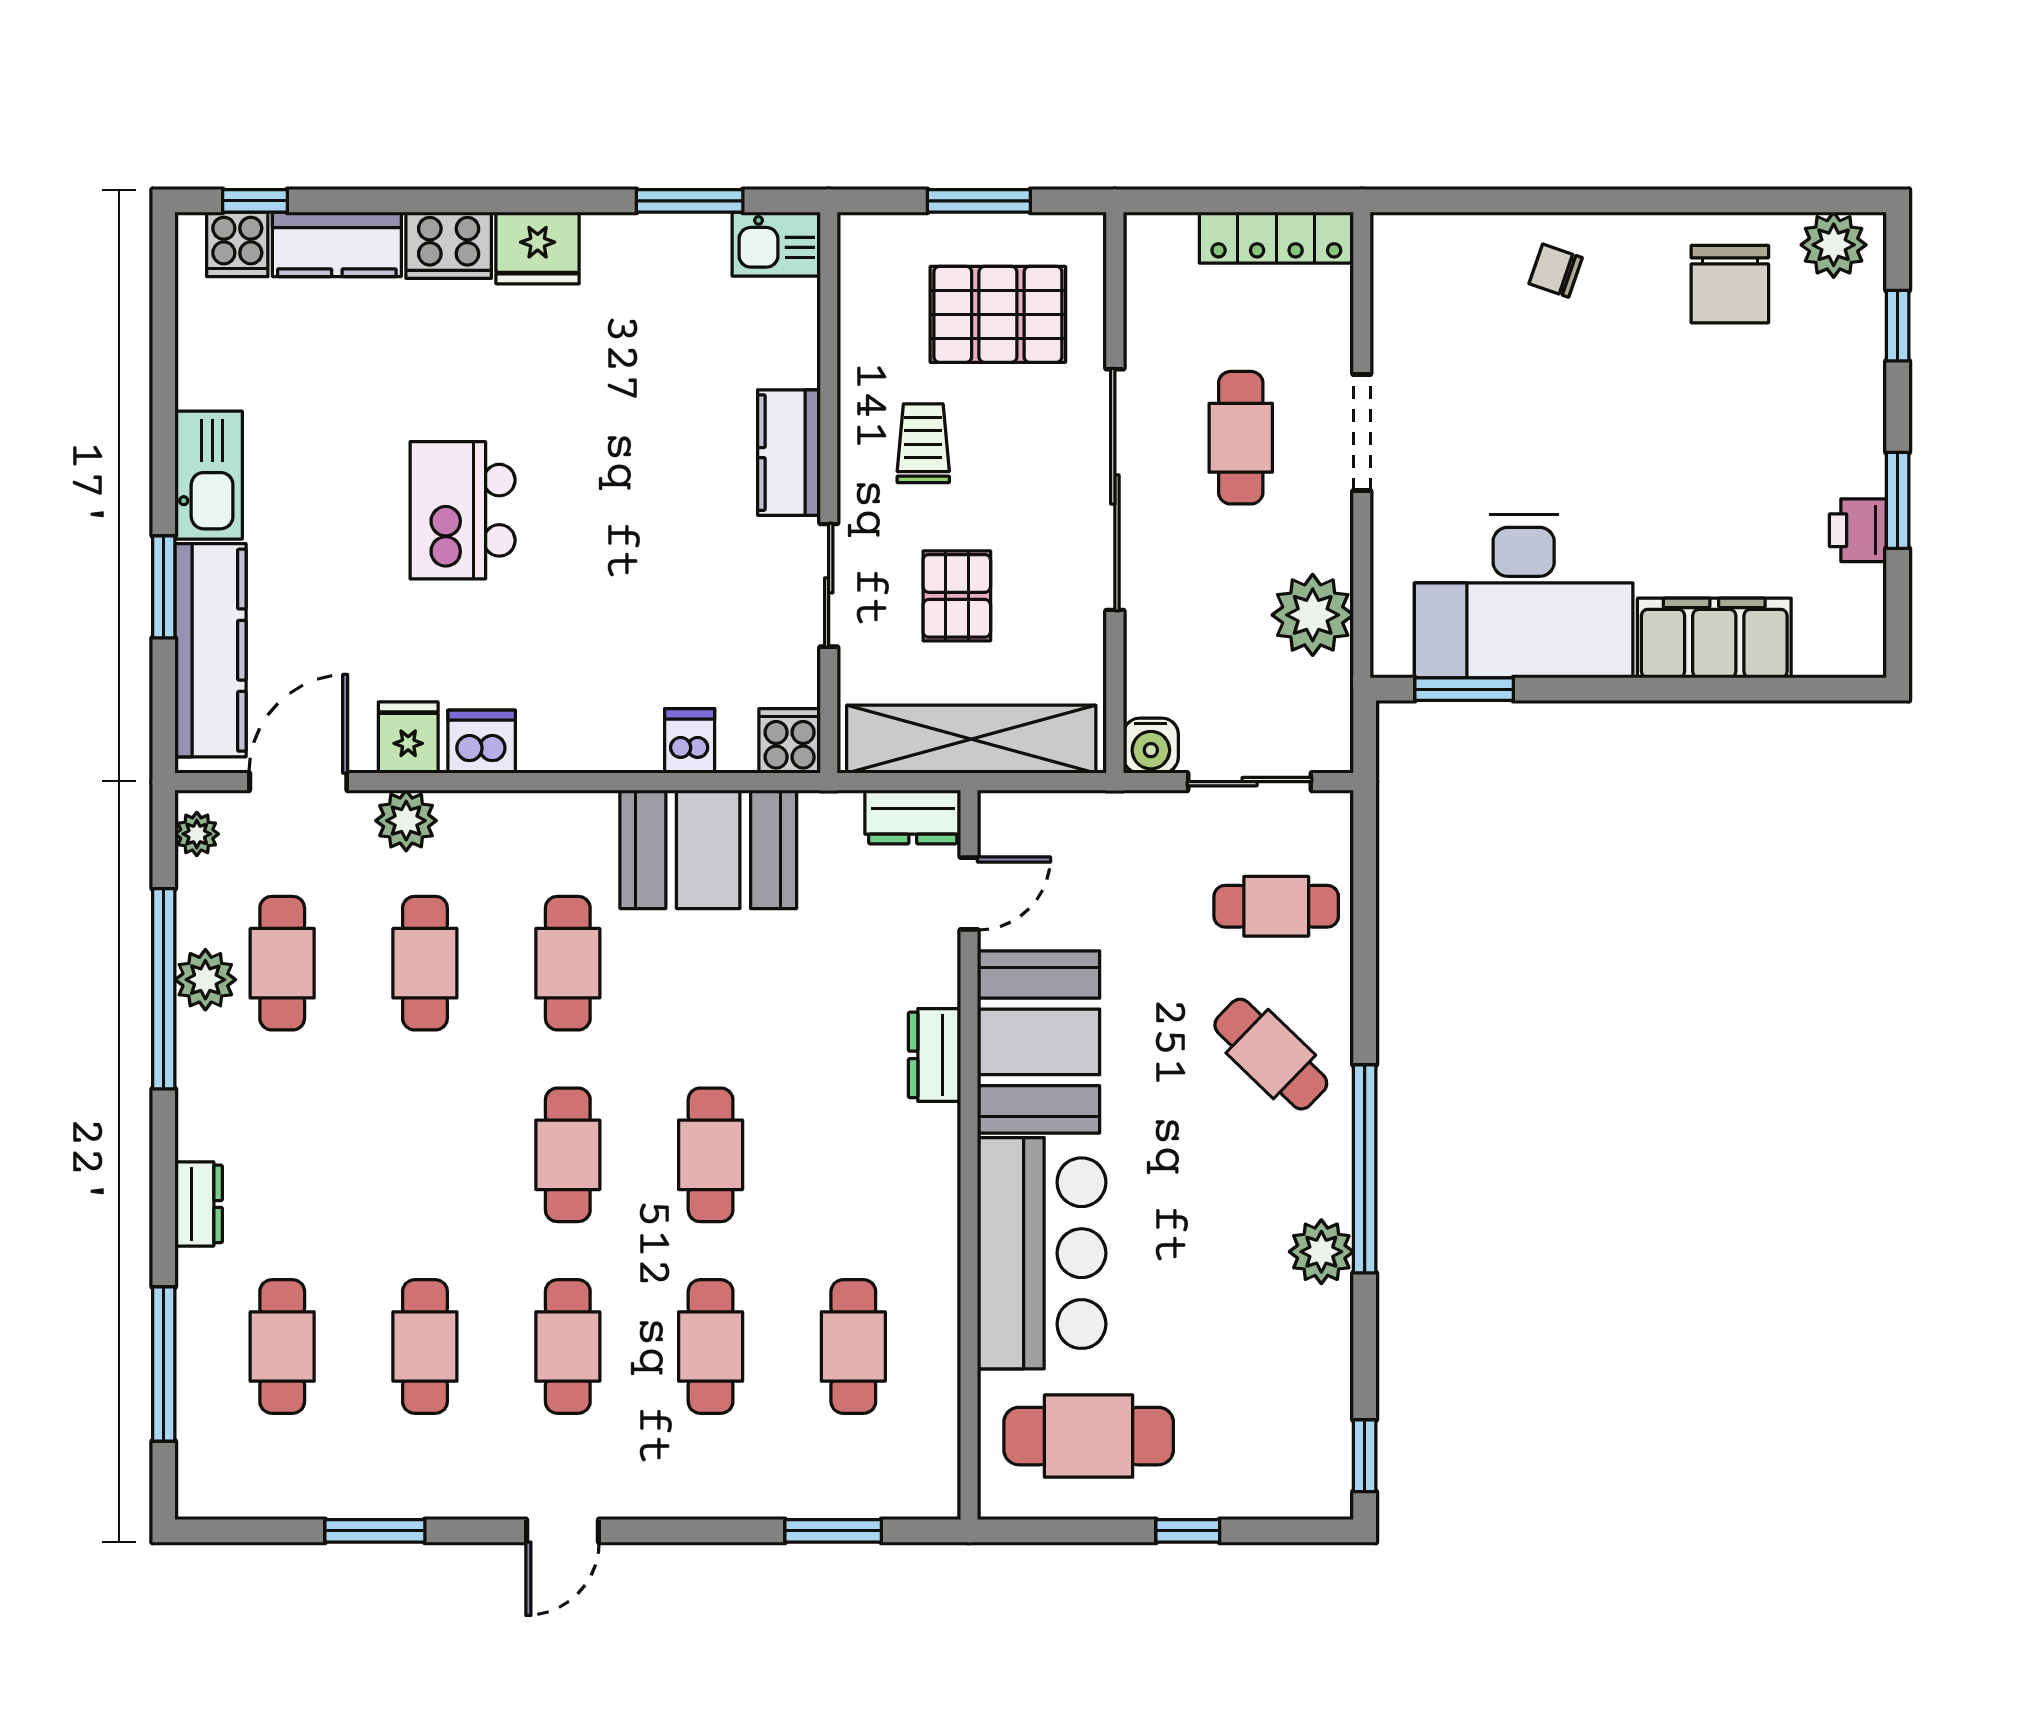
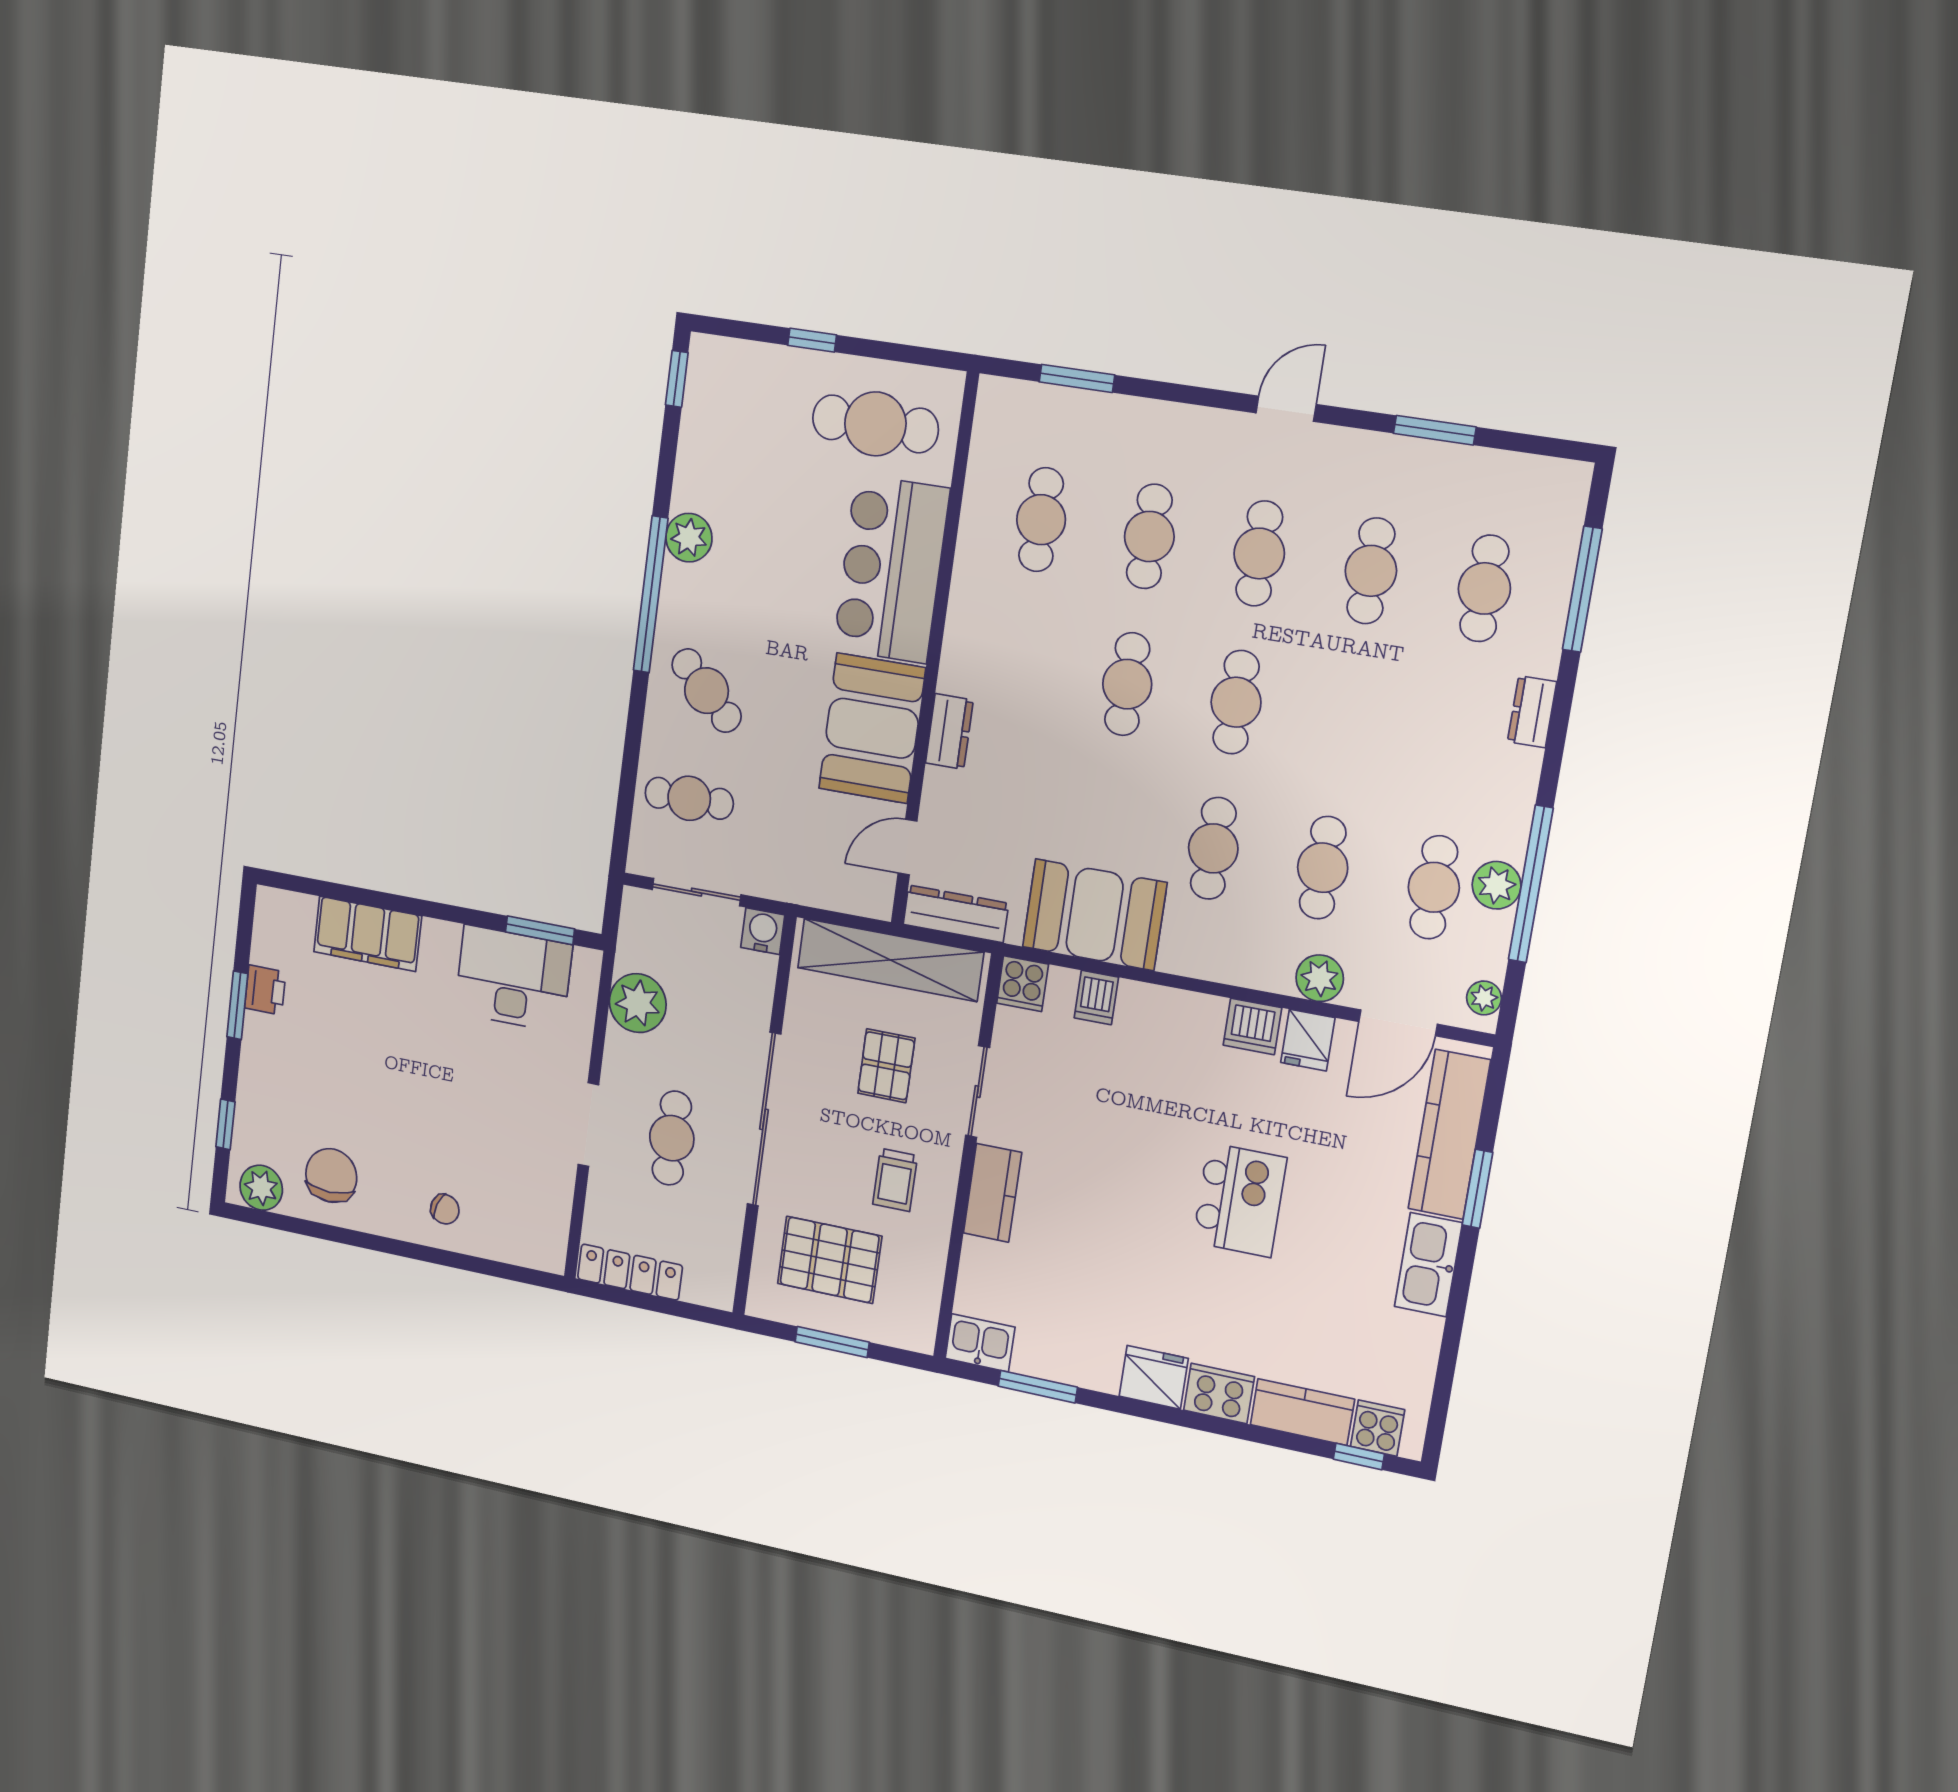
desk: (1524, 596) -> (513, 979), width x0.73, depth x0.77
dresser: (913, 817) -> (956, 914), width x1.44

